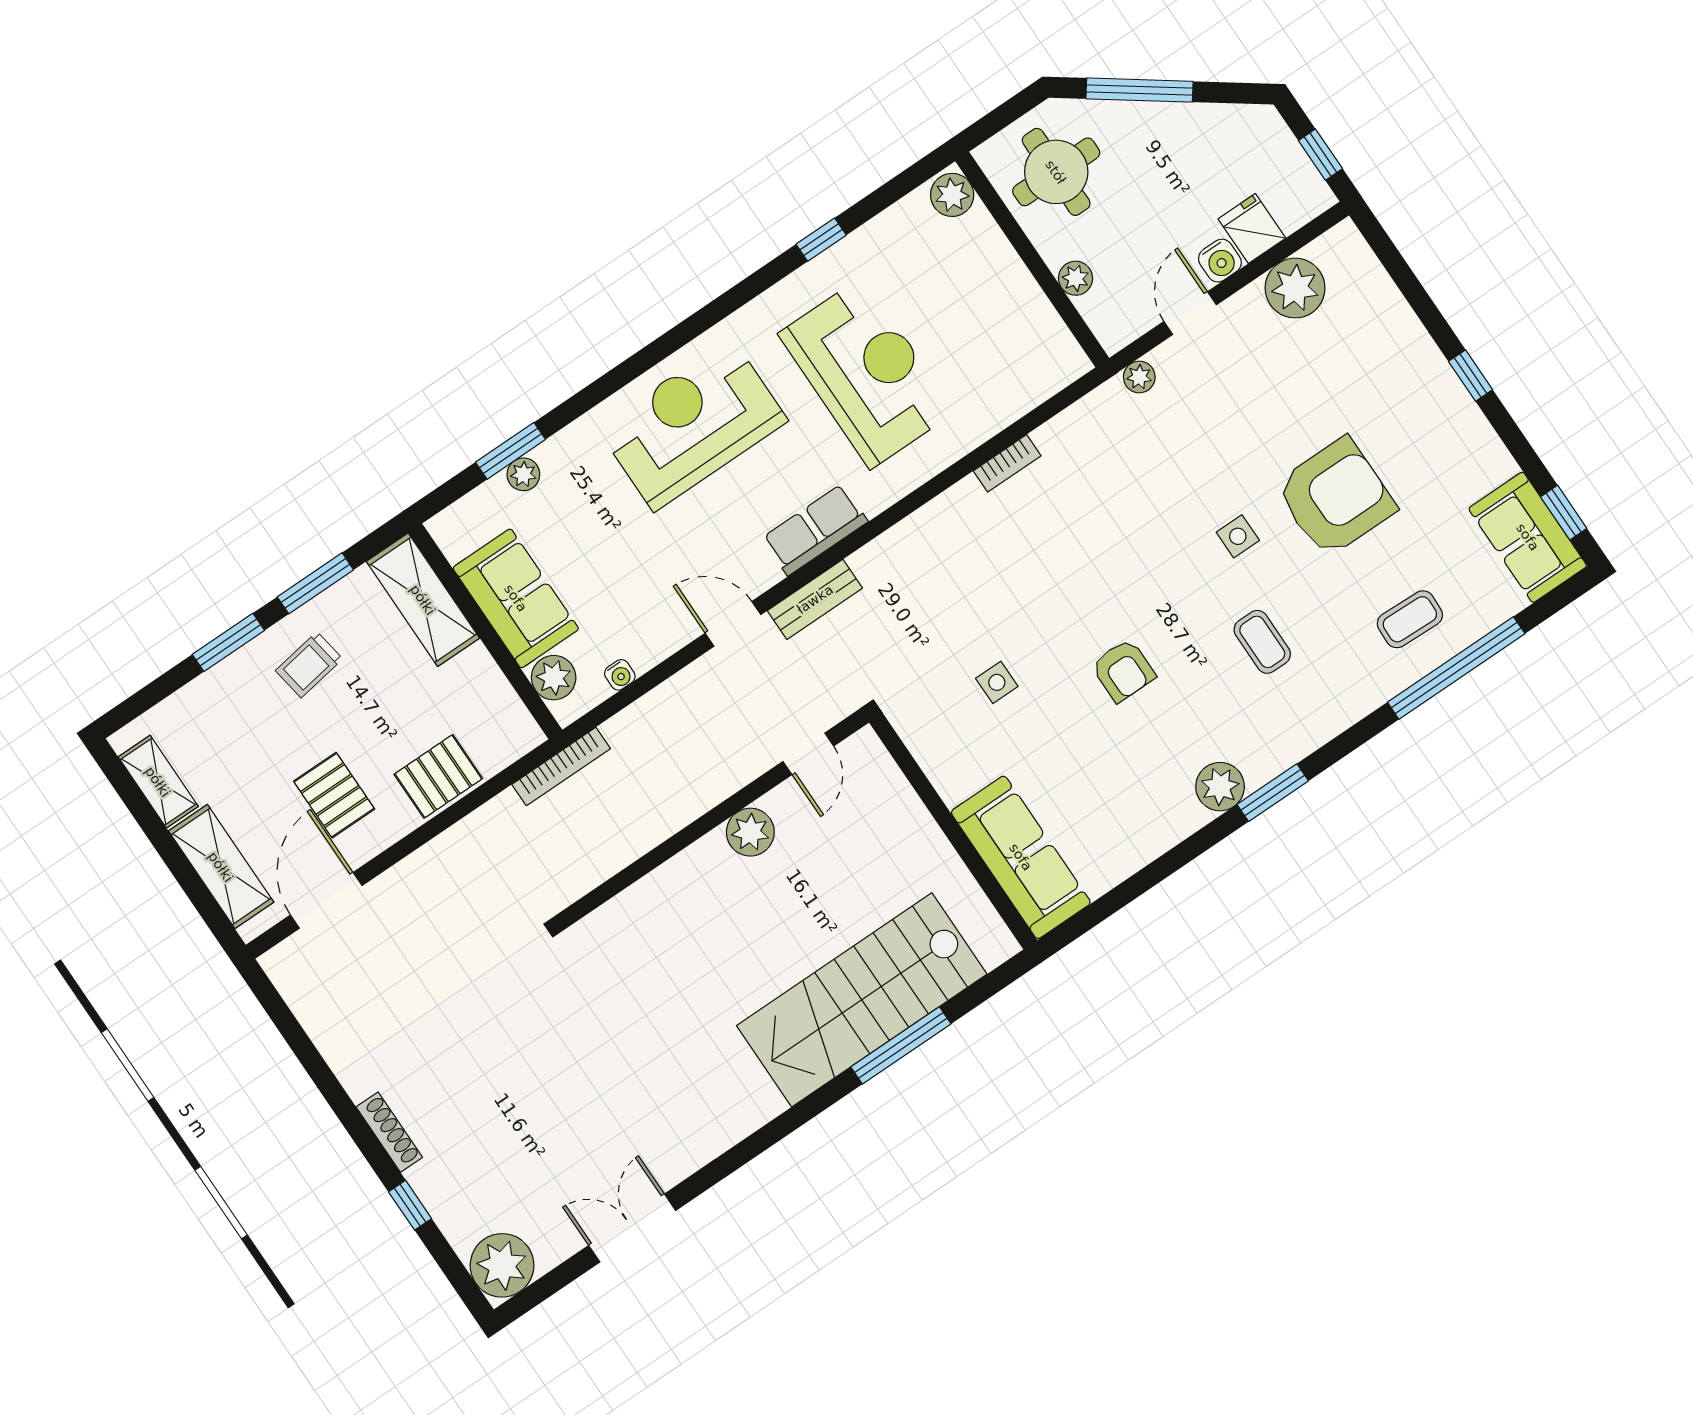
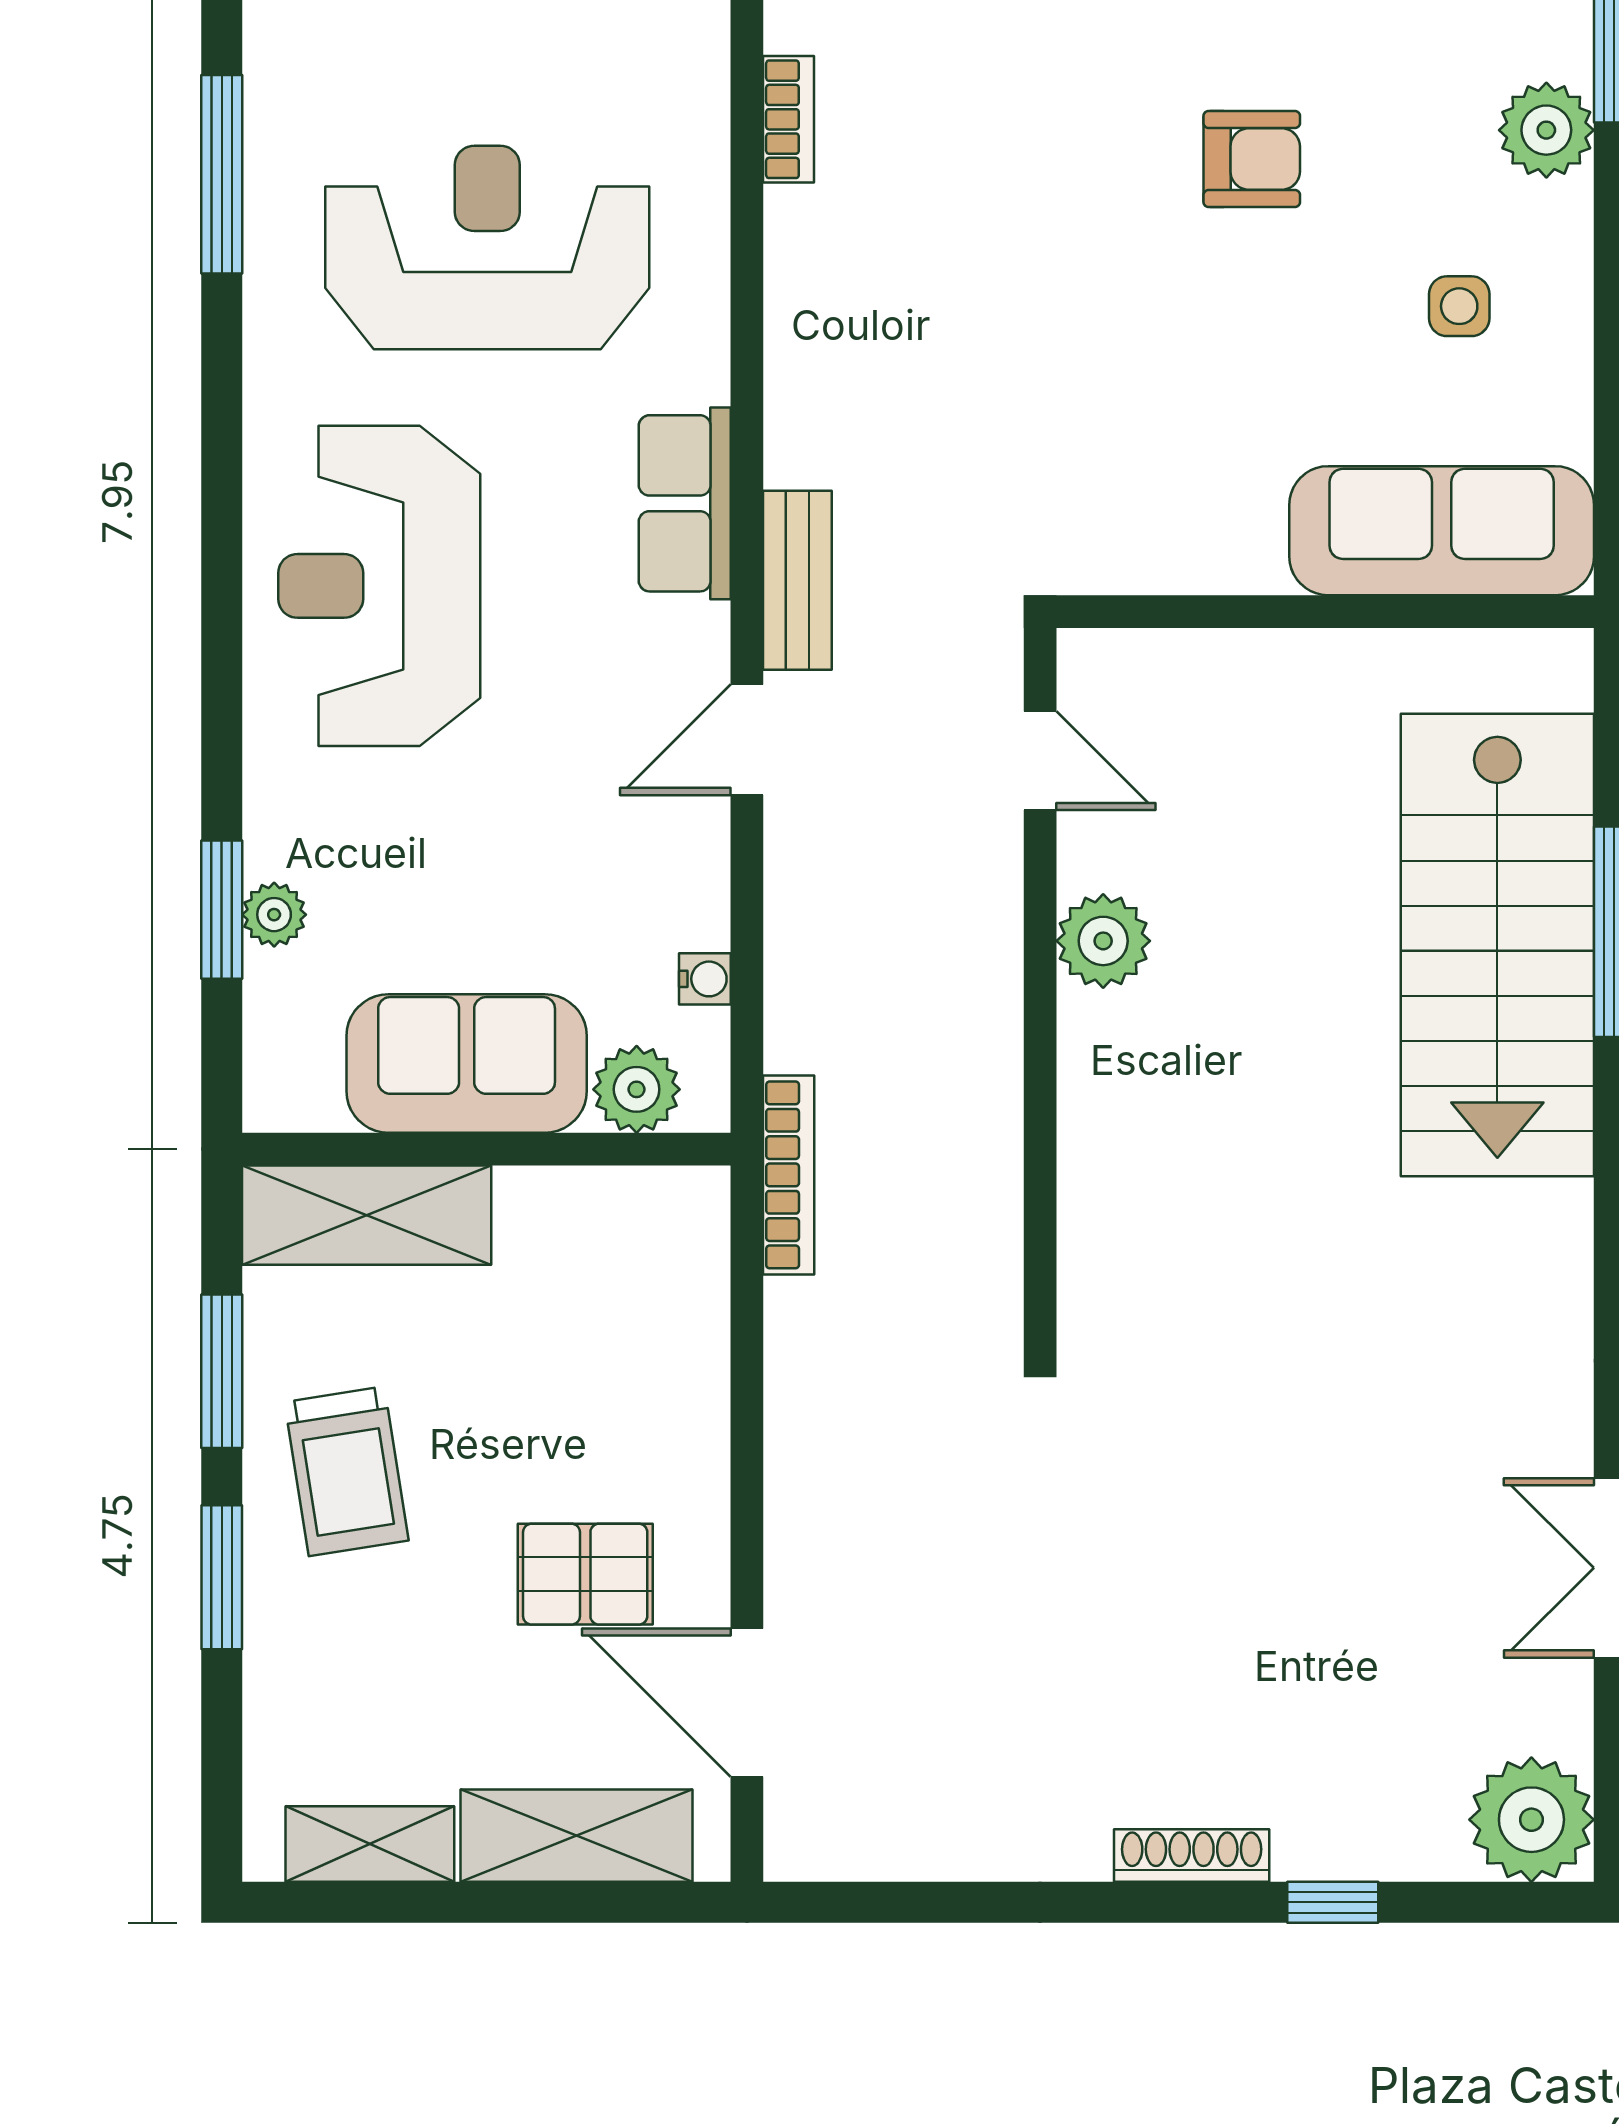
window: (821, 240) -> (222, 174), width x2.17
trolley: (309, 665) -> (347, 1471), width x1.36, depth x1.39
side table: (997, 682) -> (1459, 306), moved
pallet: (438, 776) -> (670, 1385), removed

